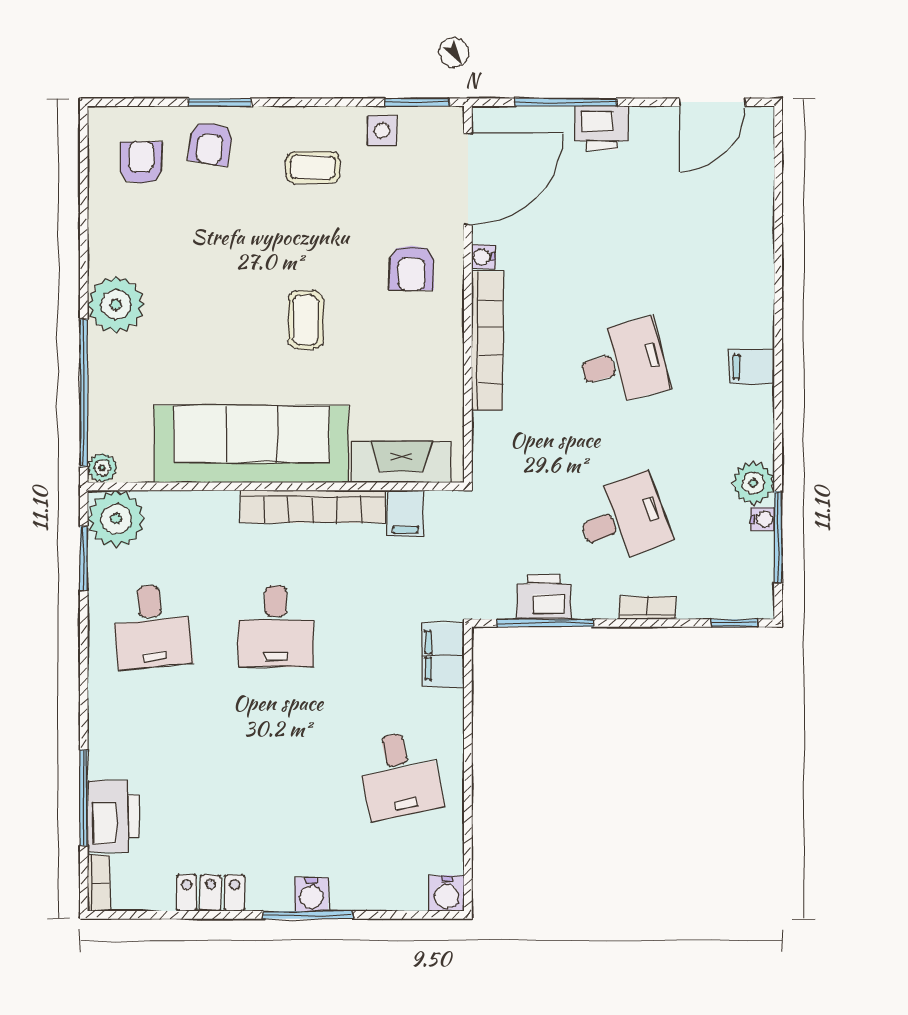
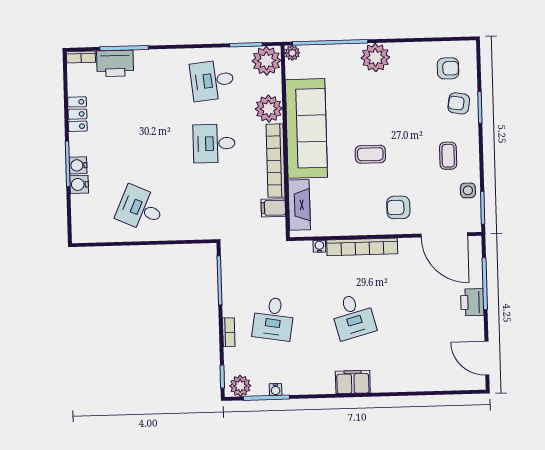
water cooler: (483, 257) -> (319, 246), moved
filing cabinet: (752, 367) -> (353, 382), width x2.00
plant: (753, 483) -> (240, 386), moved
plant: (211, 517) -> (269, 109), added
desk: (623, 519) -> (273, 319), turned 30
printer: (544, 597) -> (233, 279), removed
filing cabinet: (443, 655) -> (202, 229), removed
desk: (400, 775) -> (140, 209), turned 36
water cooler: (446, 893) -> (79, 184), moved

